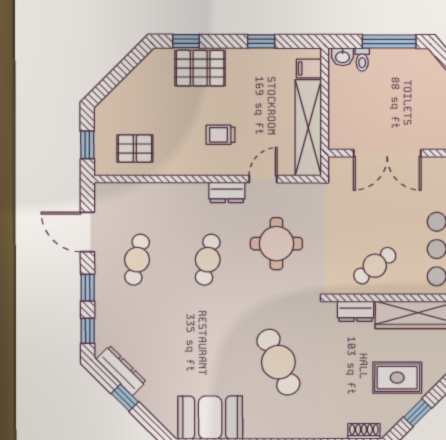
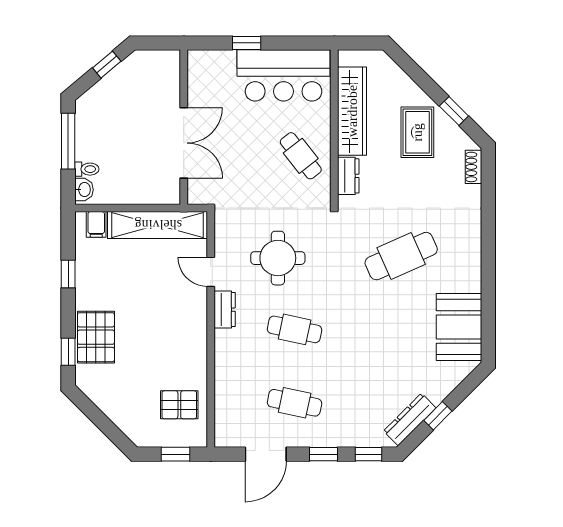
trolley: (220, 135) -> (165, 316), removed
pallet: (135, 149) -> (179, 405), turned 90

